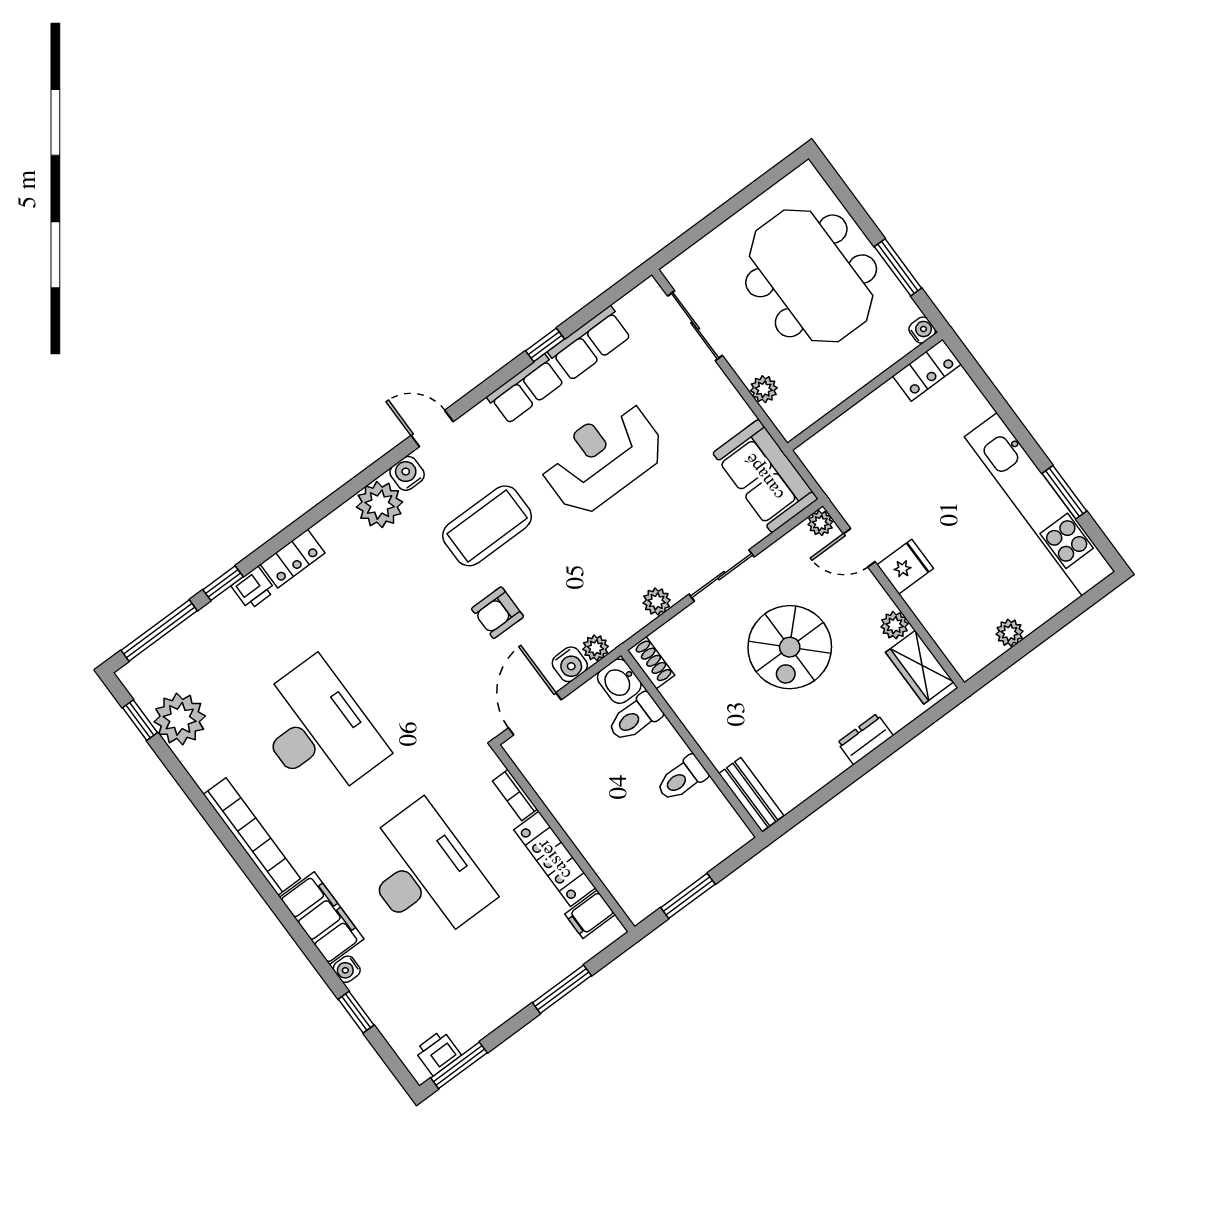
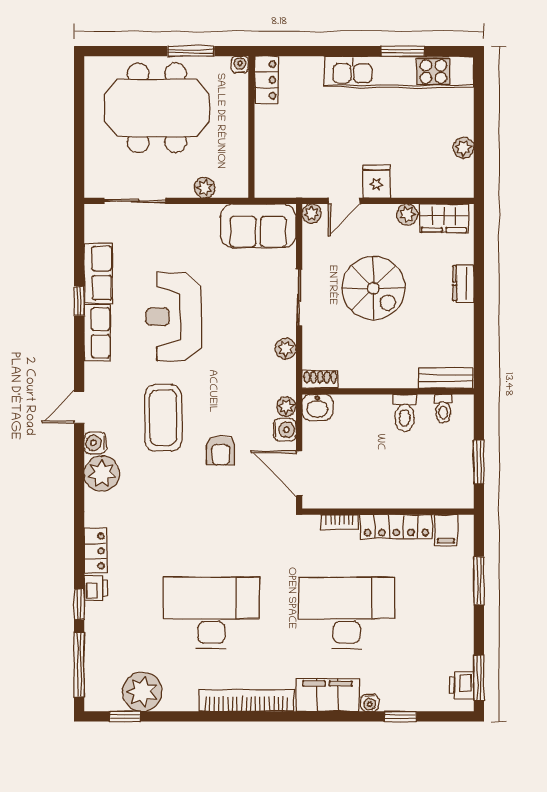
toilet: (635, 718) -> (443, 409), moved, width x0.73, depth x0.72

